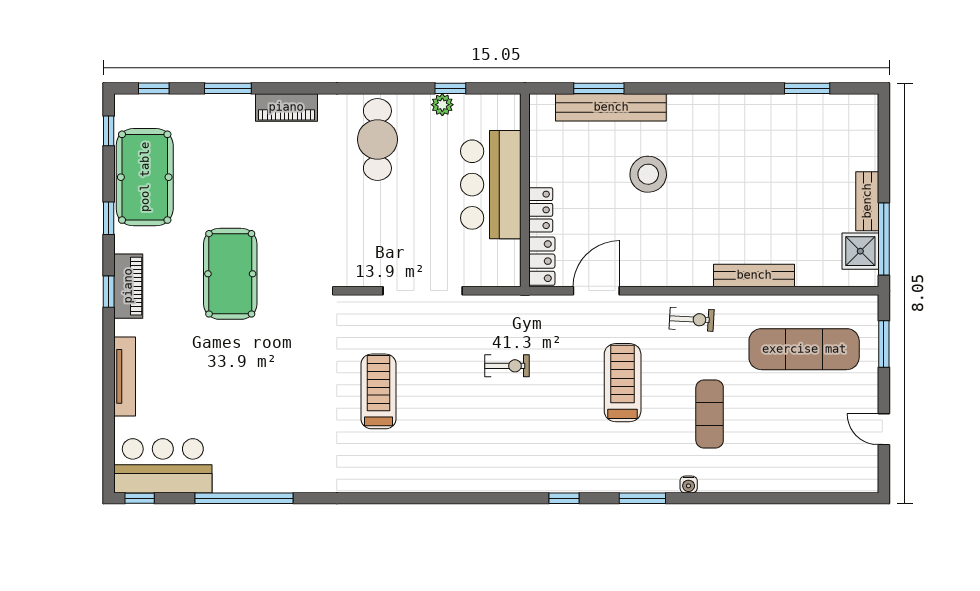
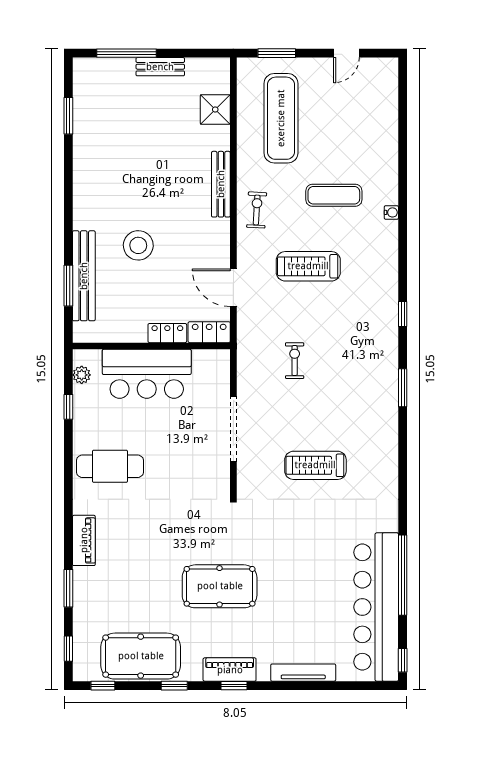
plant: (442, 105) -> (82, 375), moved
window: (884, 239) -> (127, 53), moved
shower: (860, 251) -> (215, 110), moved
bench: (754, 275) -> (221, 184), moved
bar counter: (163, 466) -> (376, 607), width x1.86
window: (642, 498) -> (403, 388), moved

